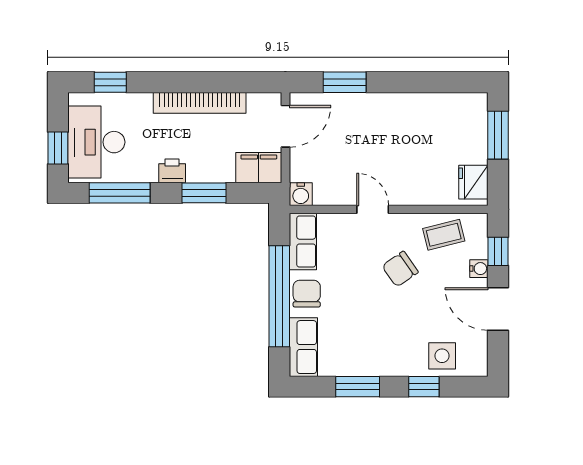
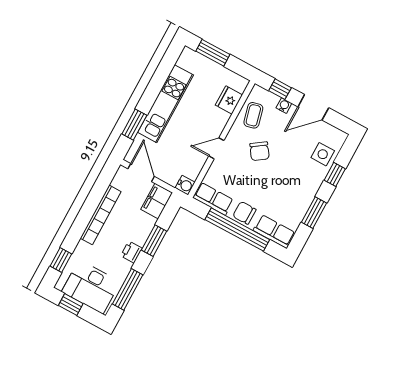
kitchen unit: (395, 109) -> (166, 104), added
window: (58, 148) -> (71, 305), moved
fridge: (473, 182) -> (229, 100), moved, turned 90

